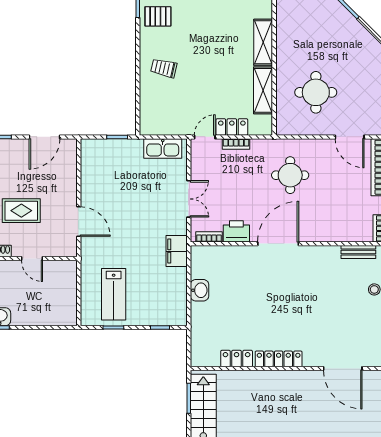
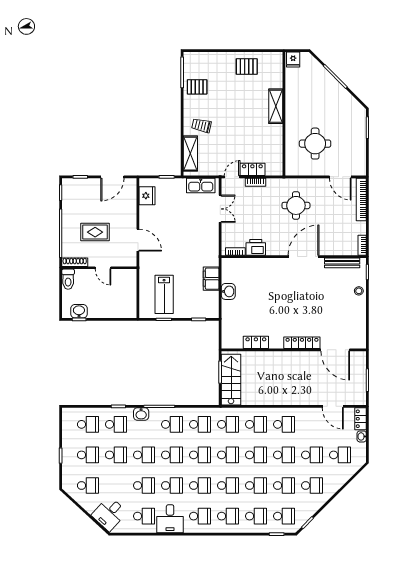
shelving: (263, 90) -> (190, 154), moved
fridge: (91, 162) -> (147, 196), added
double door: (189, 199) -> (220, 209), moved
door: (278, 244) -> (304, 257), moved
filing cabinet: (177, 251) -> (211, 279), moved
bench: (358, 252) -> (342, 263), width x1.36
locker: (279, 359) -> (302, 343), moved

